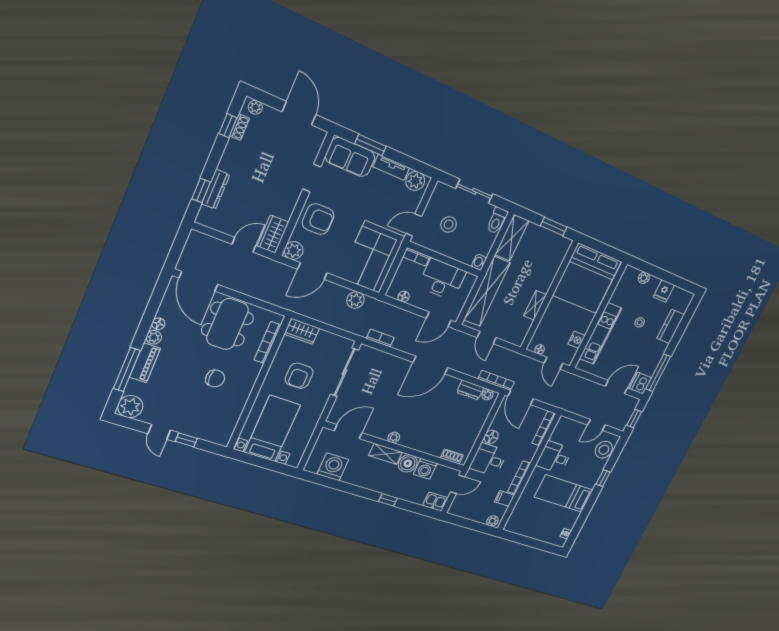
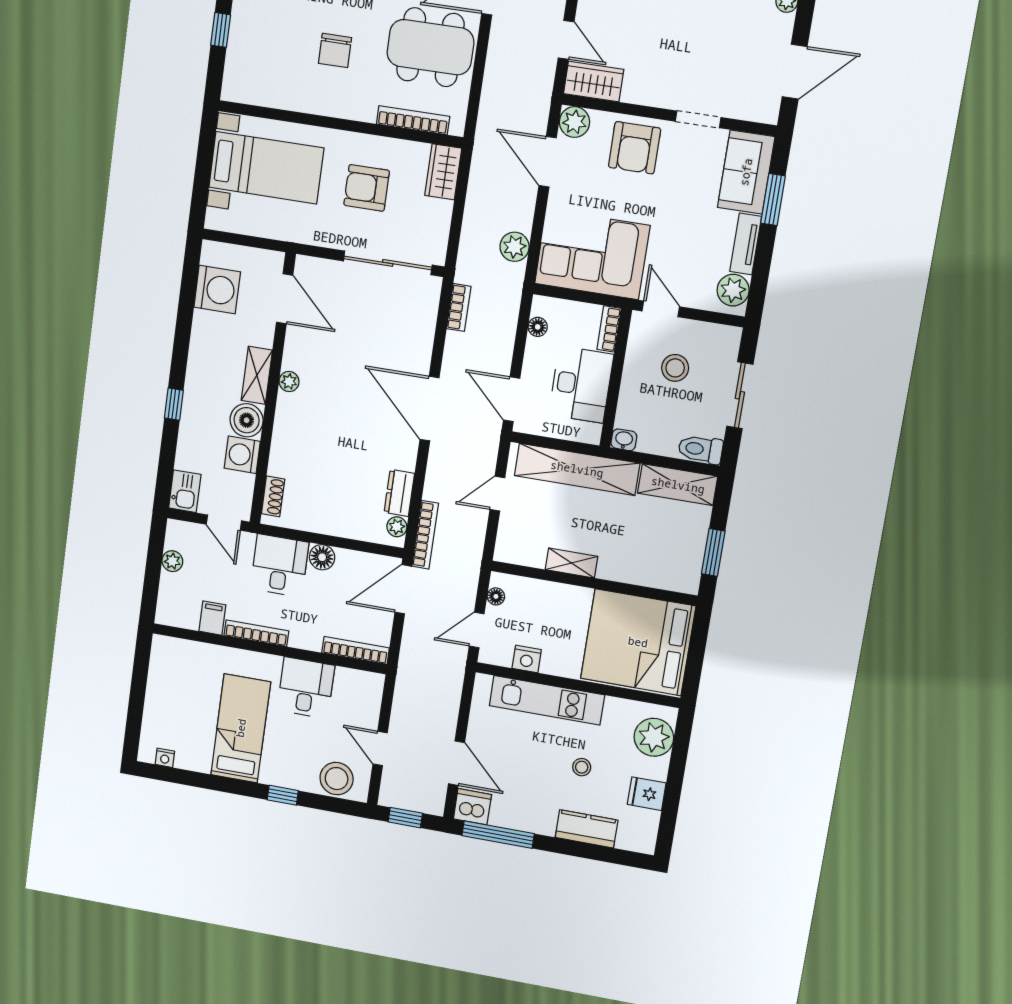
plant: (644, 278) -> (654, 737), width x1.87, depth x1.87
plant: (492, 521) -> (172, 561), moved

